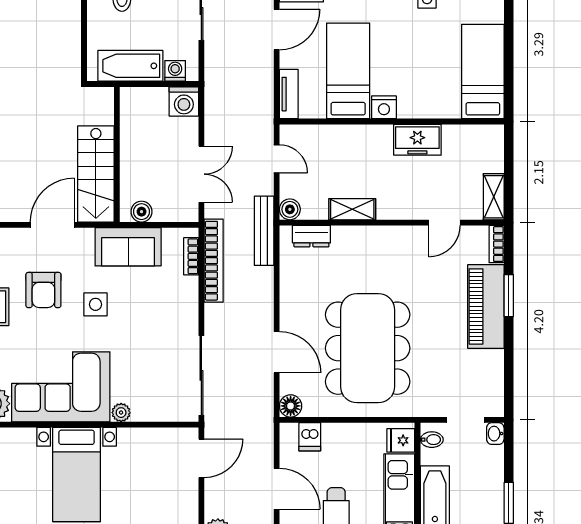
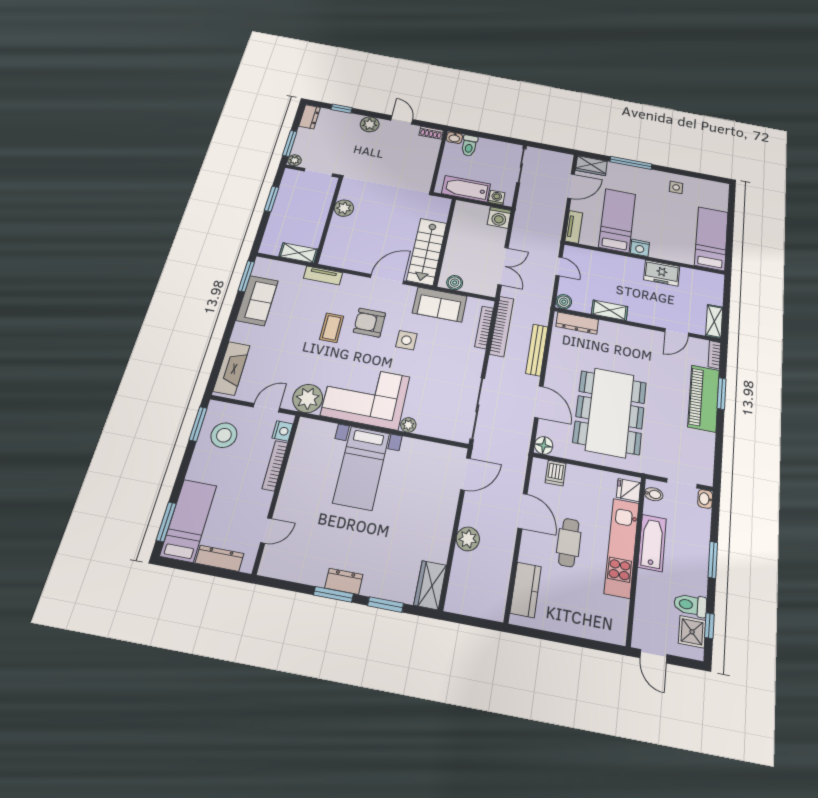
bench: (264, 231) -> (537, 350), moved
dresser: (311, 236) -> (577, 323), width x1.44
bookcase: (191, 256) -> (484, 327), width x1.56
armchair: (43, 290) -> (369, 323), turned 90

